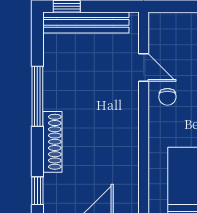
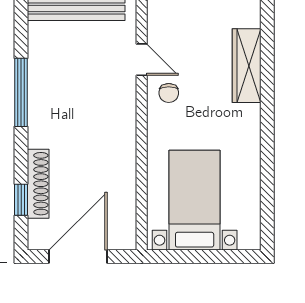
shoe rack: (52, 142) -> (38, 184), moved

